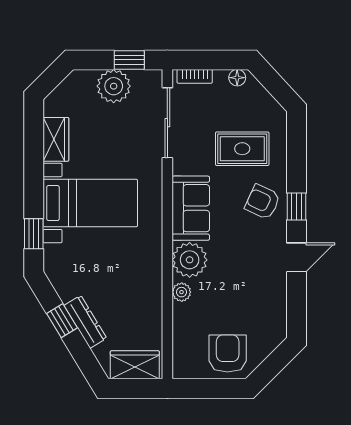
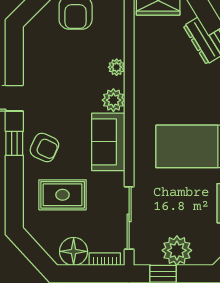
floor lamp: (237, 78) -> (74, 251), width x1.89, depth x1.89
plant: (190, 260) -> (113, 100), width x0.73, depth x0.73

